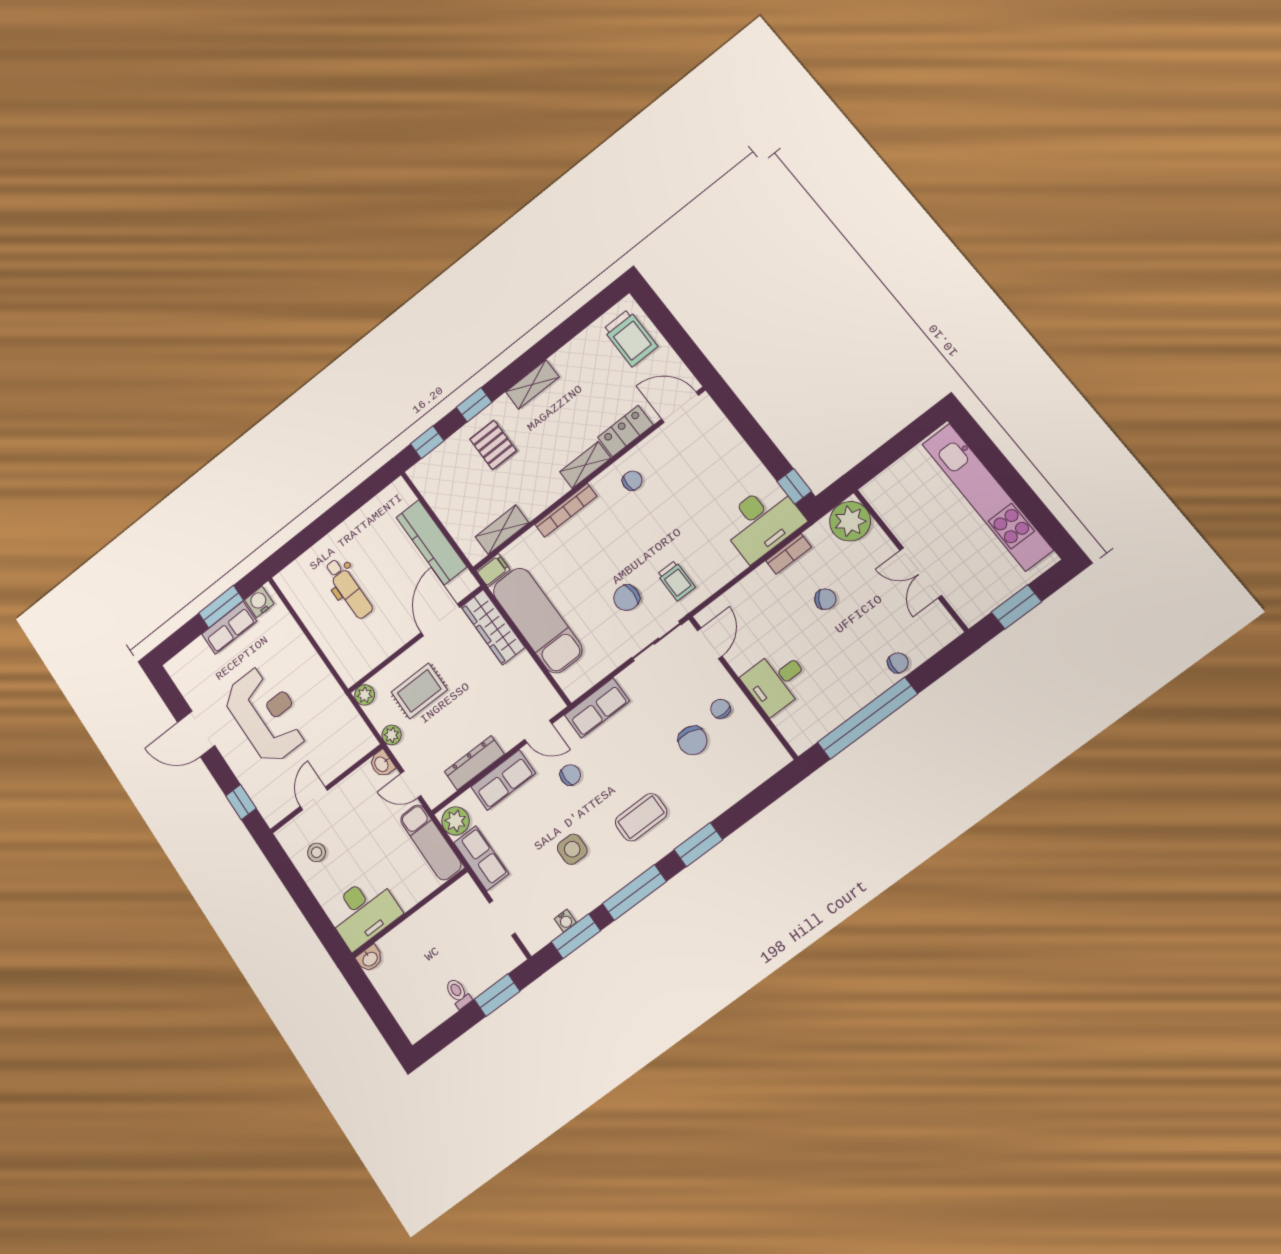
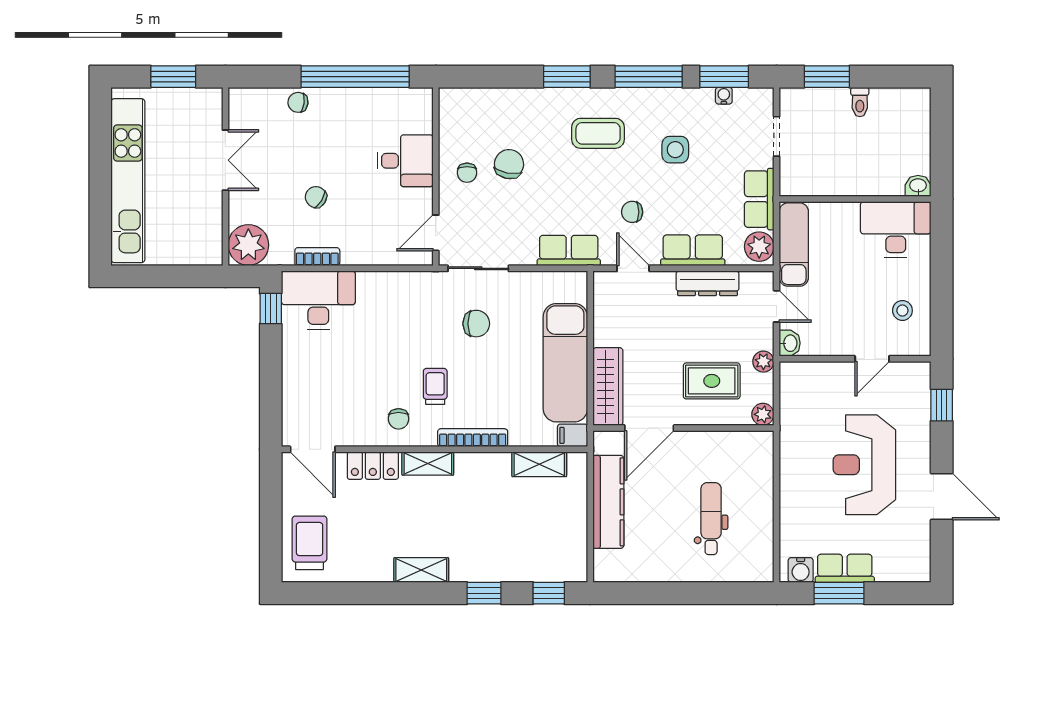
pallet: (493, 445) -> (493, 544), removed
chair: (632, 481) -> (399, 419), turned -90
trolley: (676, 581) -> (435, 386), moved

